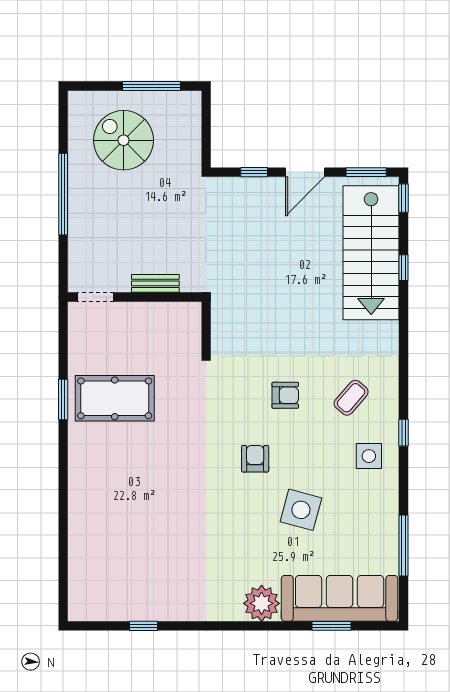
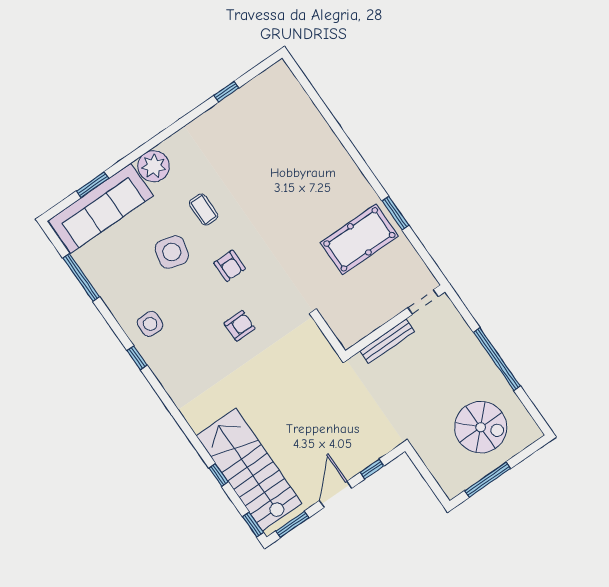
bench: (155, 283) -> (387, 341), width x1.36
armchair: (285, 395) -> (240, 326), turned 180
coffee table: (351, 398) -> (204, 210), moved, turned -41

